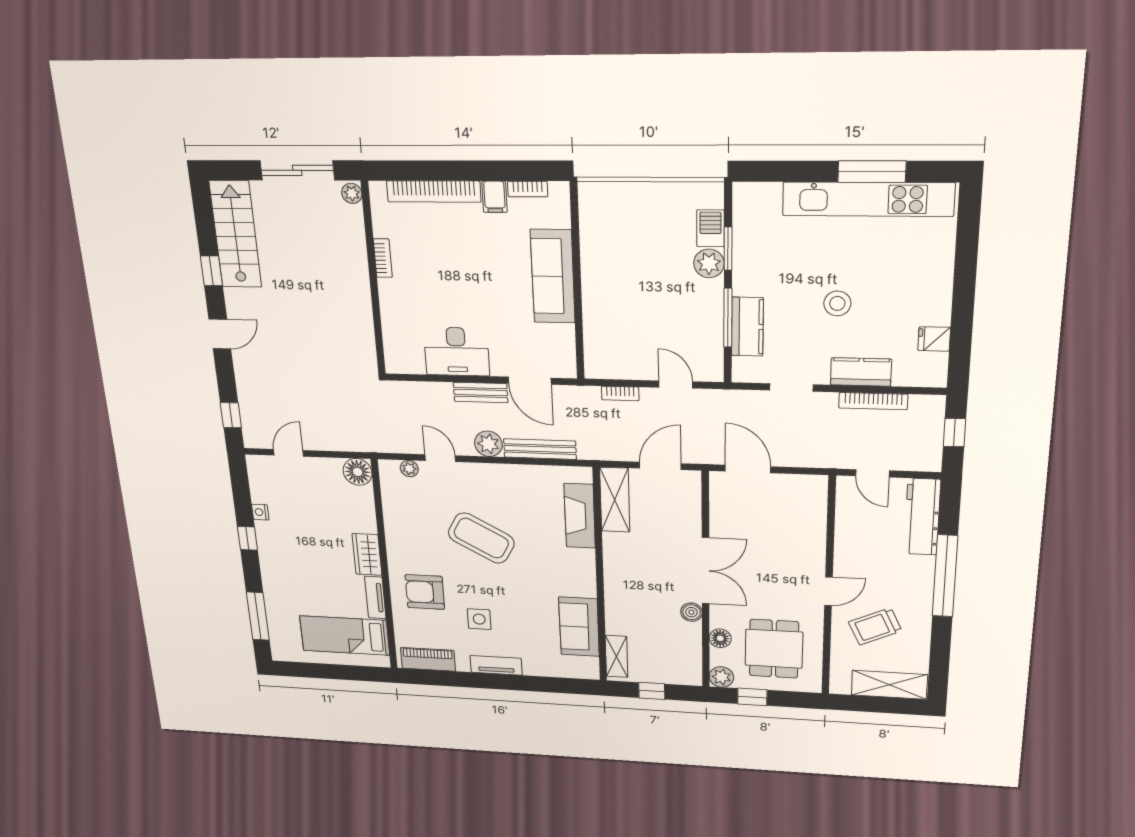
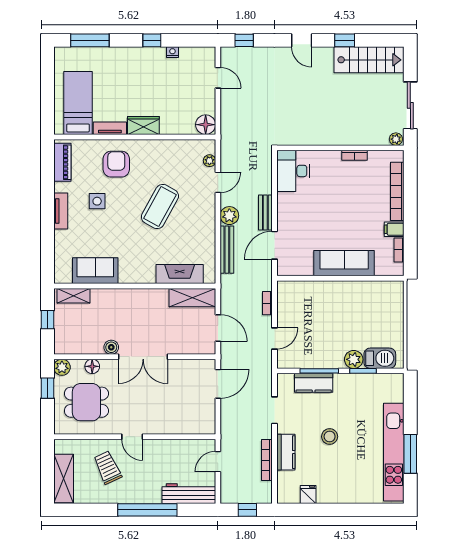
barbecue: (710, 228) -> (380, 358), width x1.38, depth x1.27
desk: (457, 352) -> (293, 171), moved

